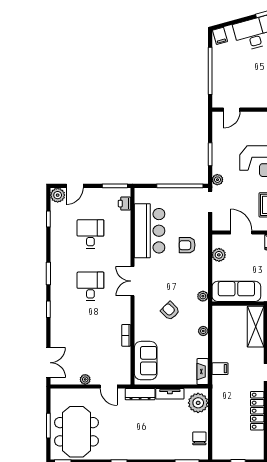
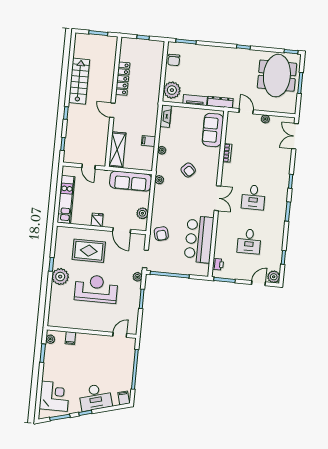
armchair: (187, 245) -> (161, 234), moved, turned 75
filing cabinet: (220, 369) -> (148, 141), moved

